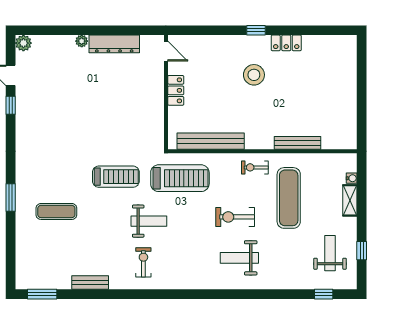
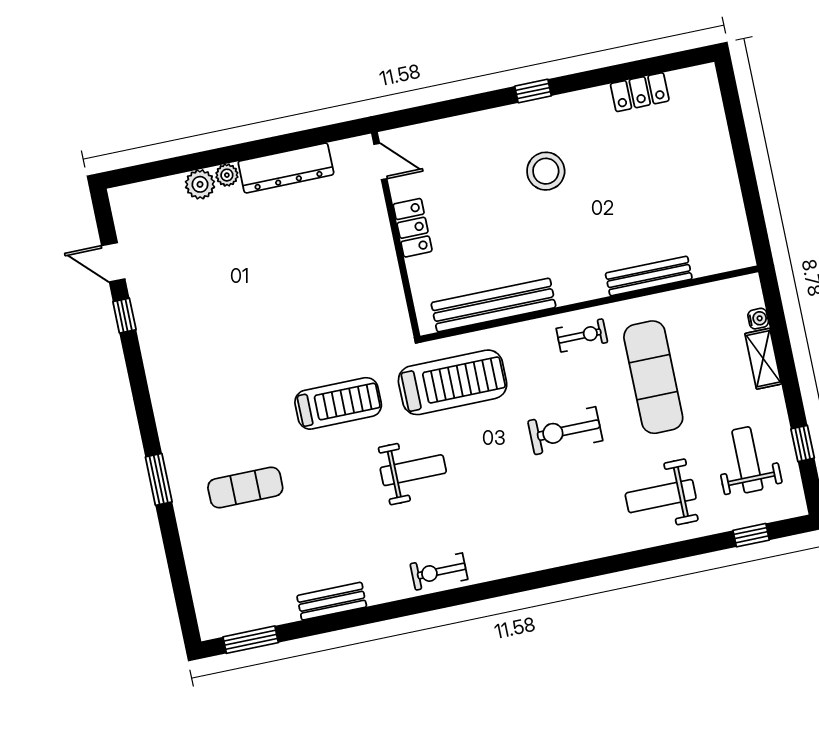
plant: (23, 43) -> (200, 184), moved
locker: (286, 43) -> (640, 92), moved
exercise bike: (255, 167) -> (582, 335), turned 180
weight bench: (239, 258) -> (661, 496), moved
exercise bike: (143, 262) -> (439, 572), moved, turned -90

